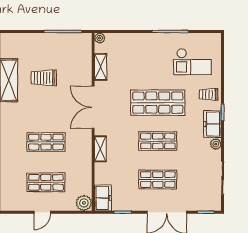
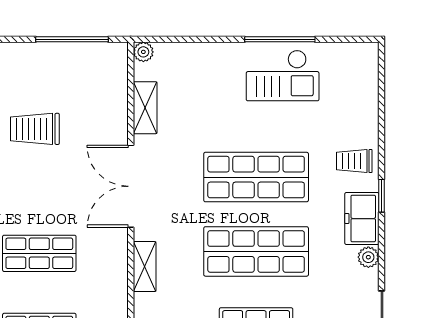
checkout: (192, 62) -> (283, 76), moved
shop shelf: (158, 141) -> (256, 251), width x1.43, depth x1.36

